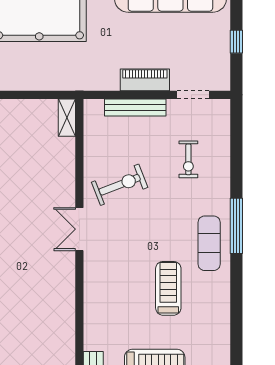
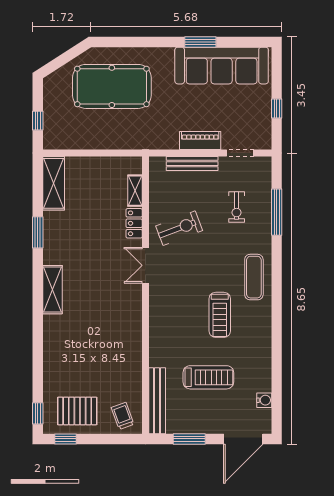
shelving: (67, 118) -> (135, 191), moved
locker: (66, 179) -> (134, 223), added
window: (236, 226) -> (277, 212), moved
treadmill: (168, 288) -> (220, 315), turned 180

